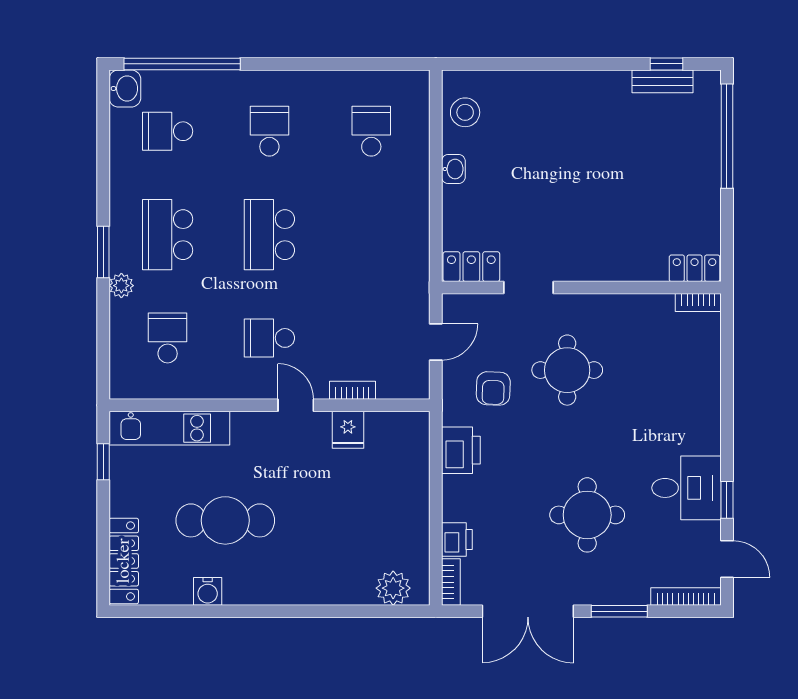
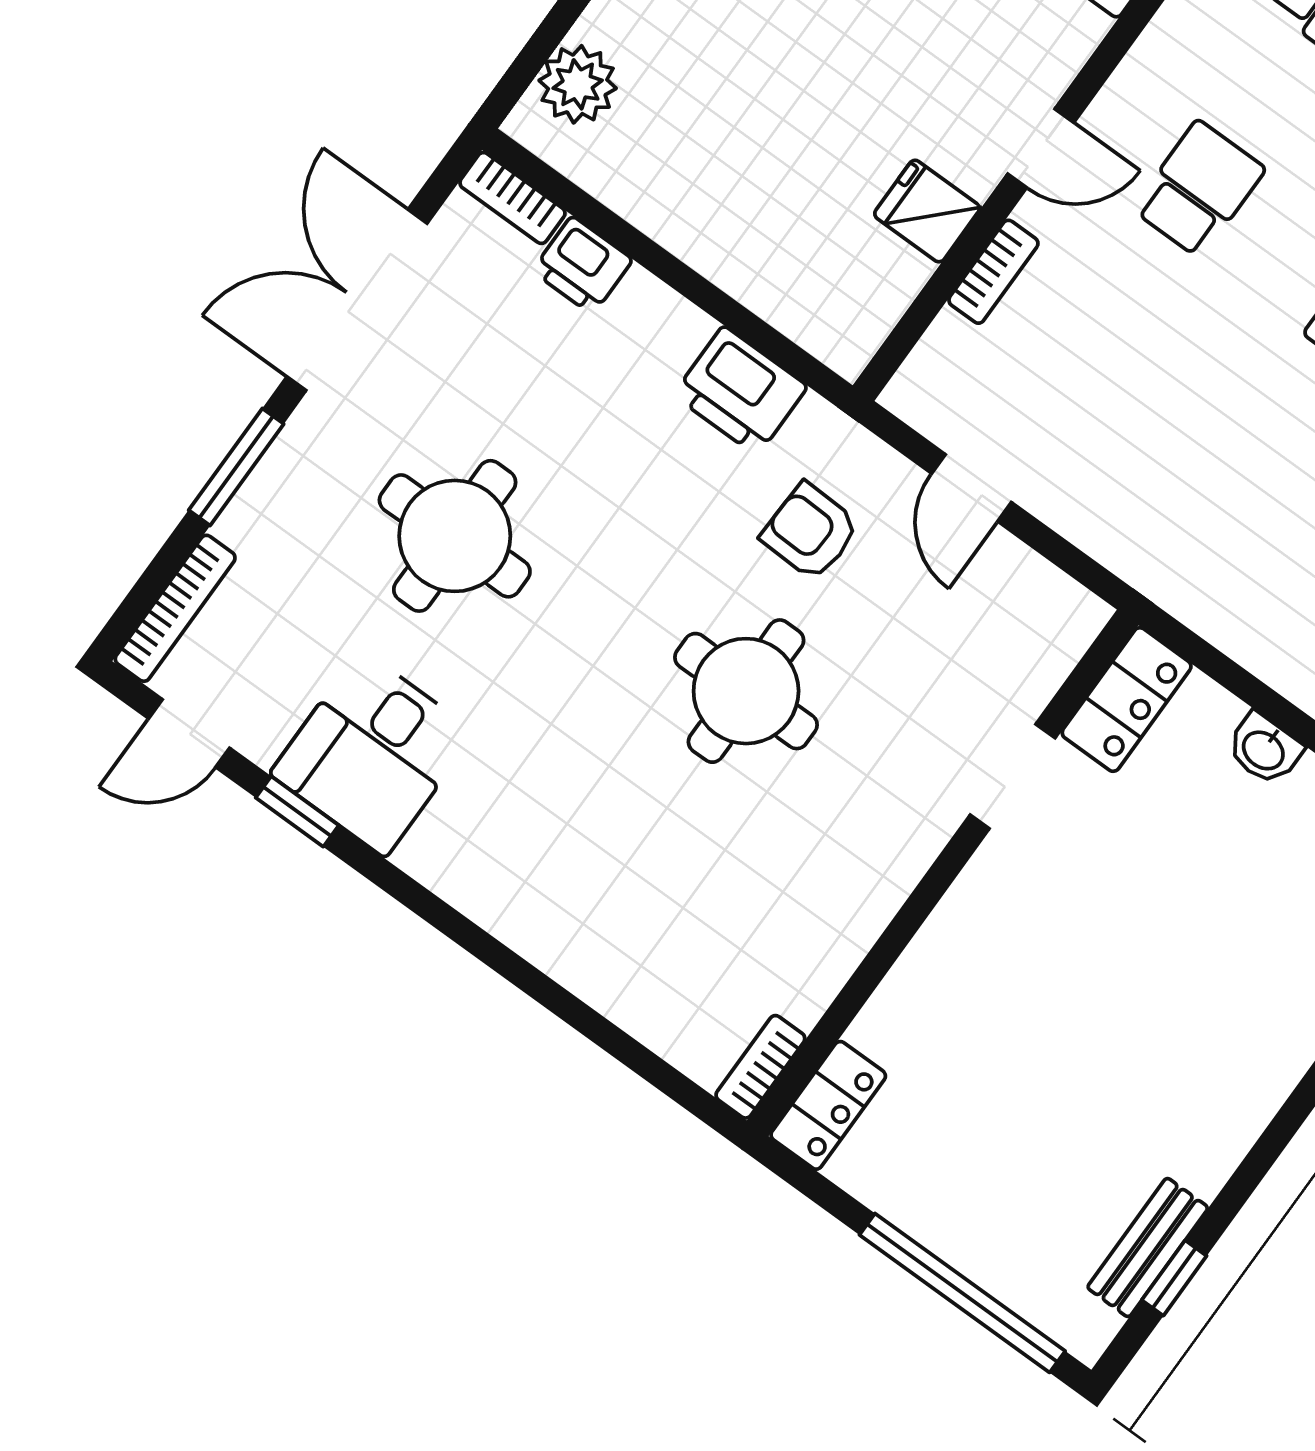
locker: (471, 267) -> (1127, 700), moved
locker: (695, 268) -> (828, 1105), moved
doorway: (529, 288) -> (1013, 776), moved
wall: (581, 288) -> (943, 873), moved
bookcase: (698, 303) -> (760, 1067), moved

